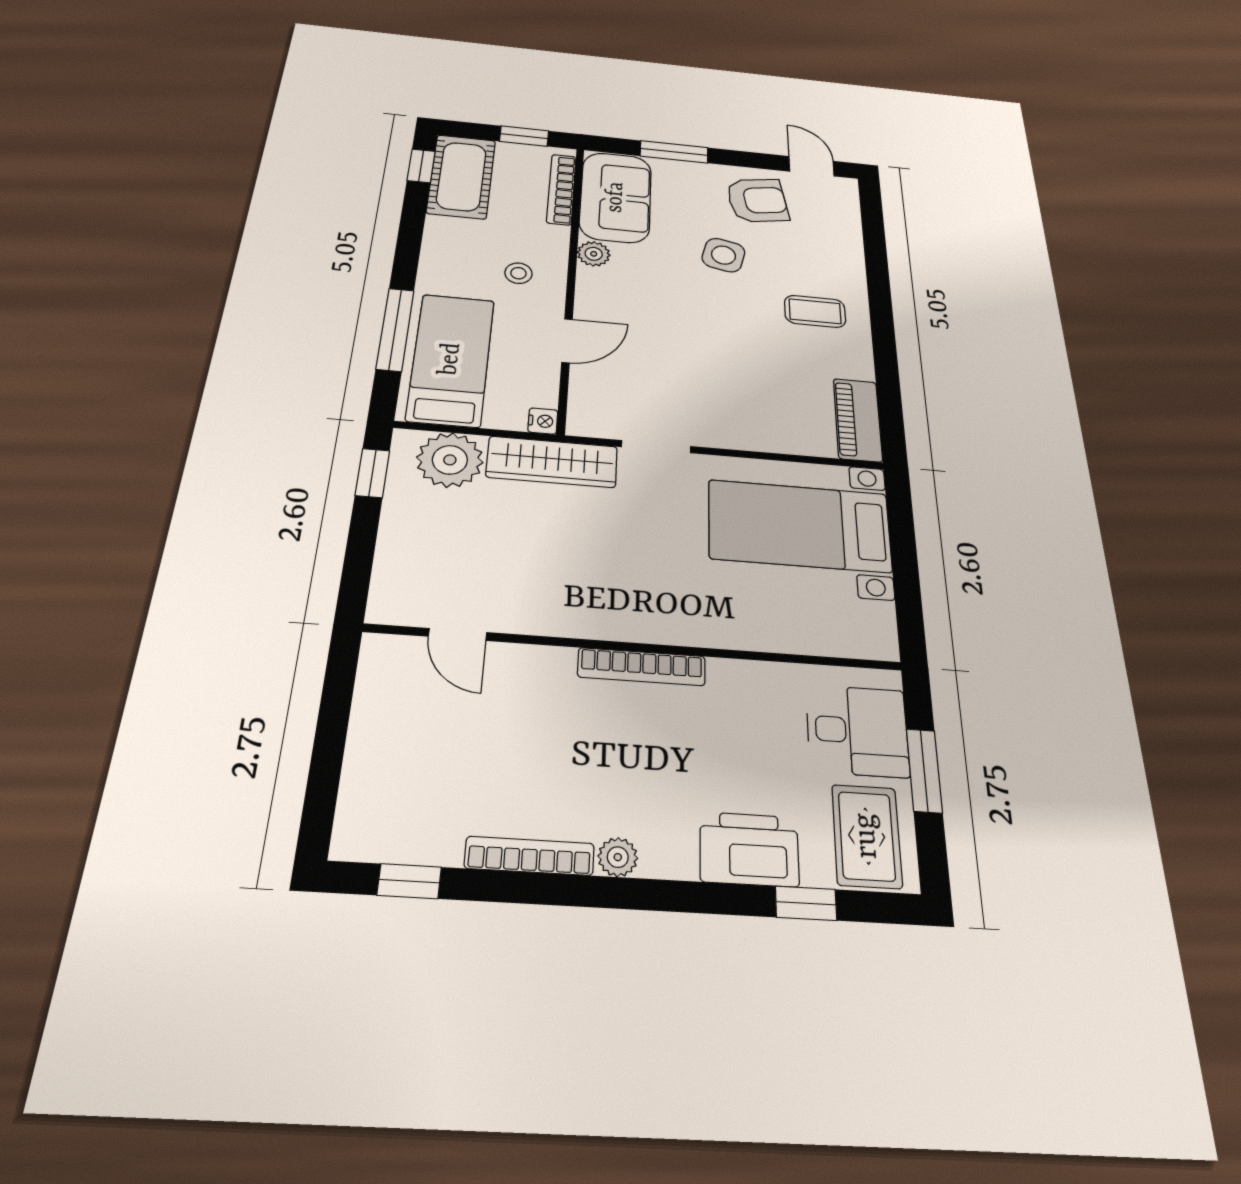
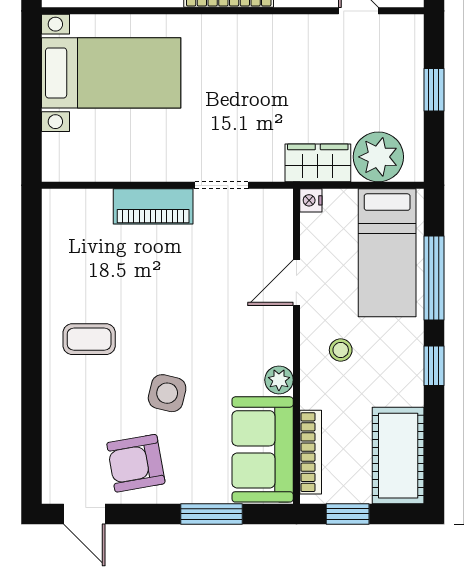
window: (421, 166) -> (434, 366), moved
piano: (858, 420) -> (153, 206), moved, turned 90
wardrobe: (552, 462) -> (318, 163), width x0.67
window: (372, 473) -> (434, 90), moved
bed with nightstands: (800, 526) -> (111, 73), moved

